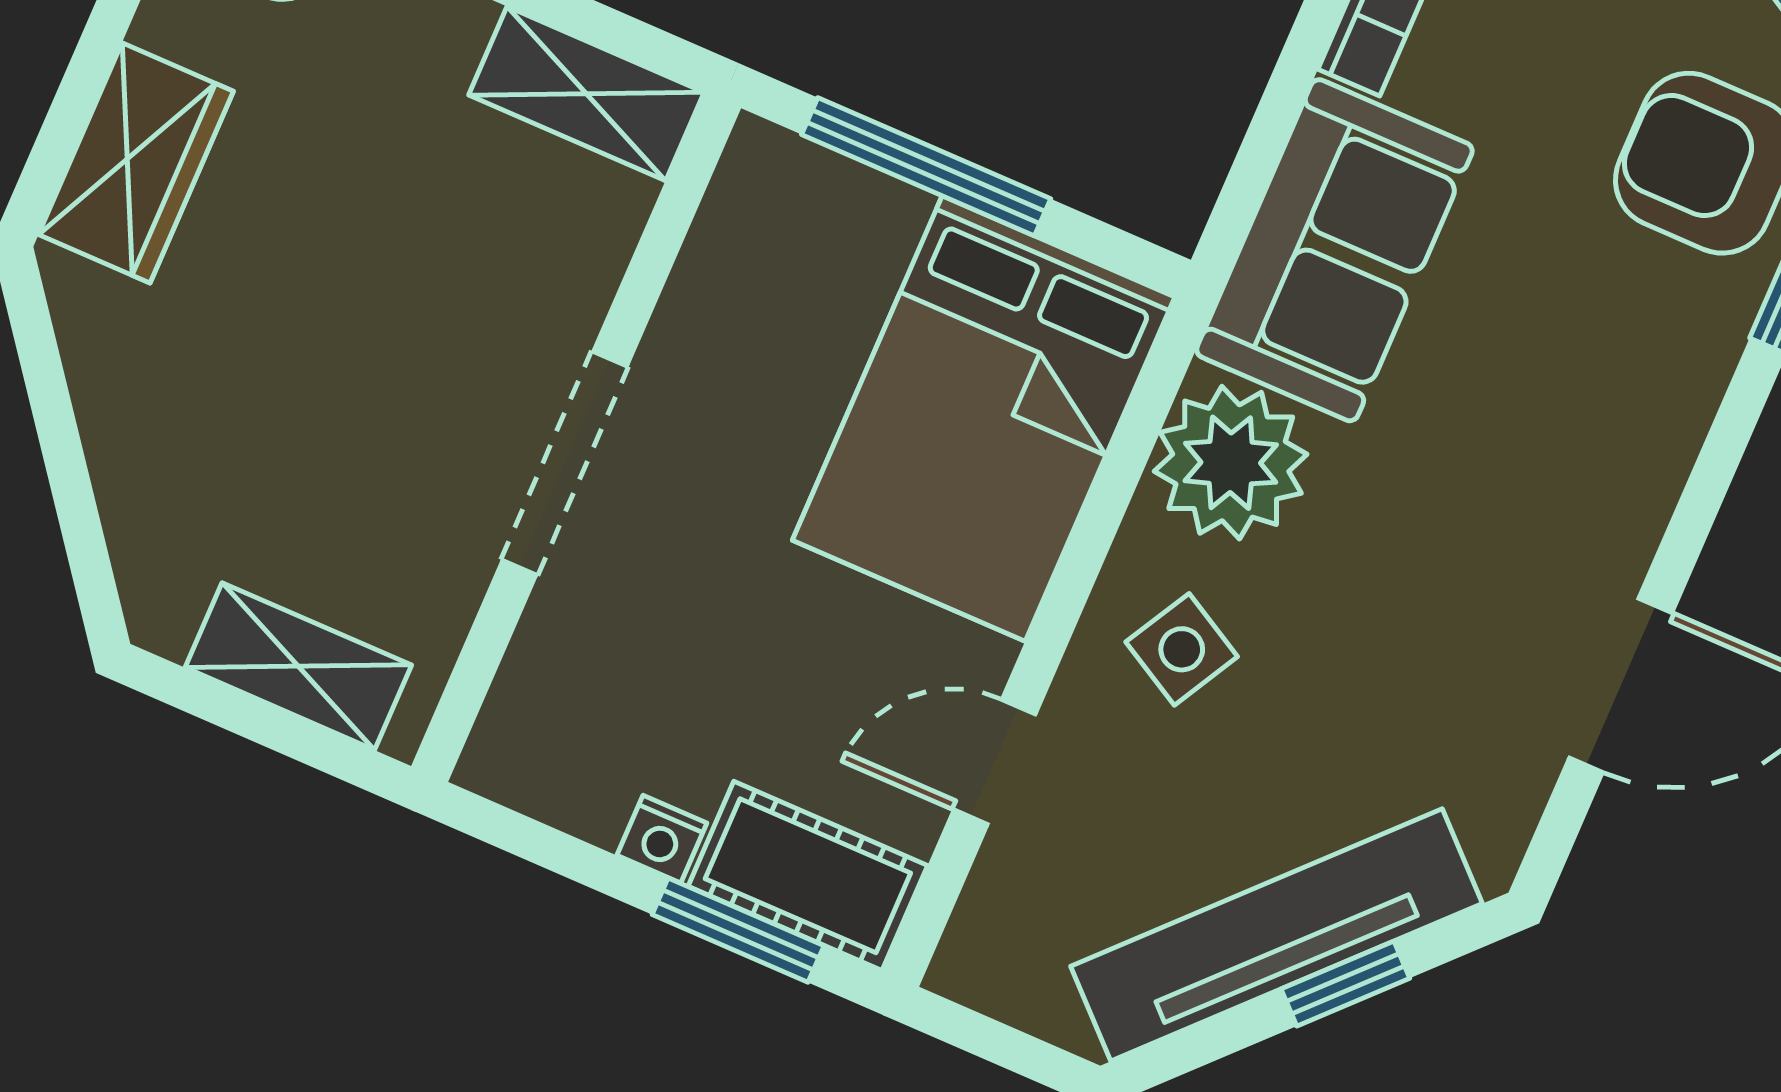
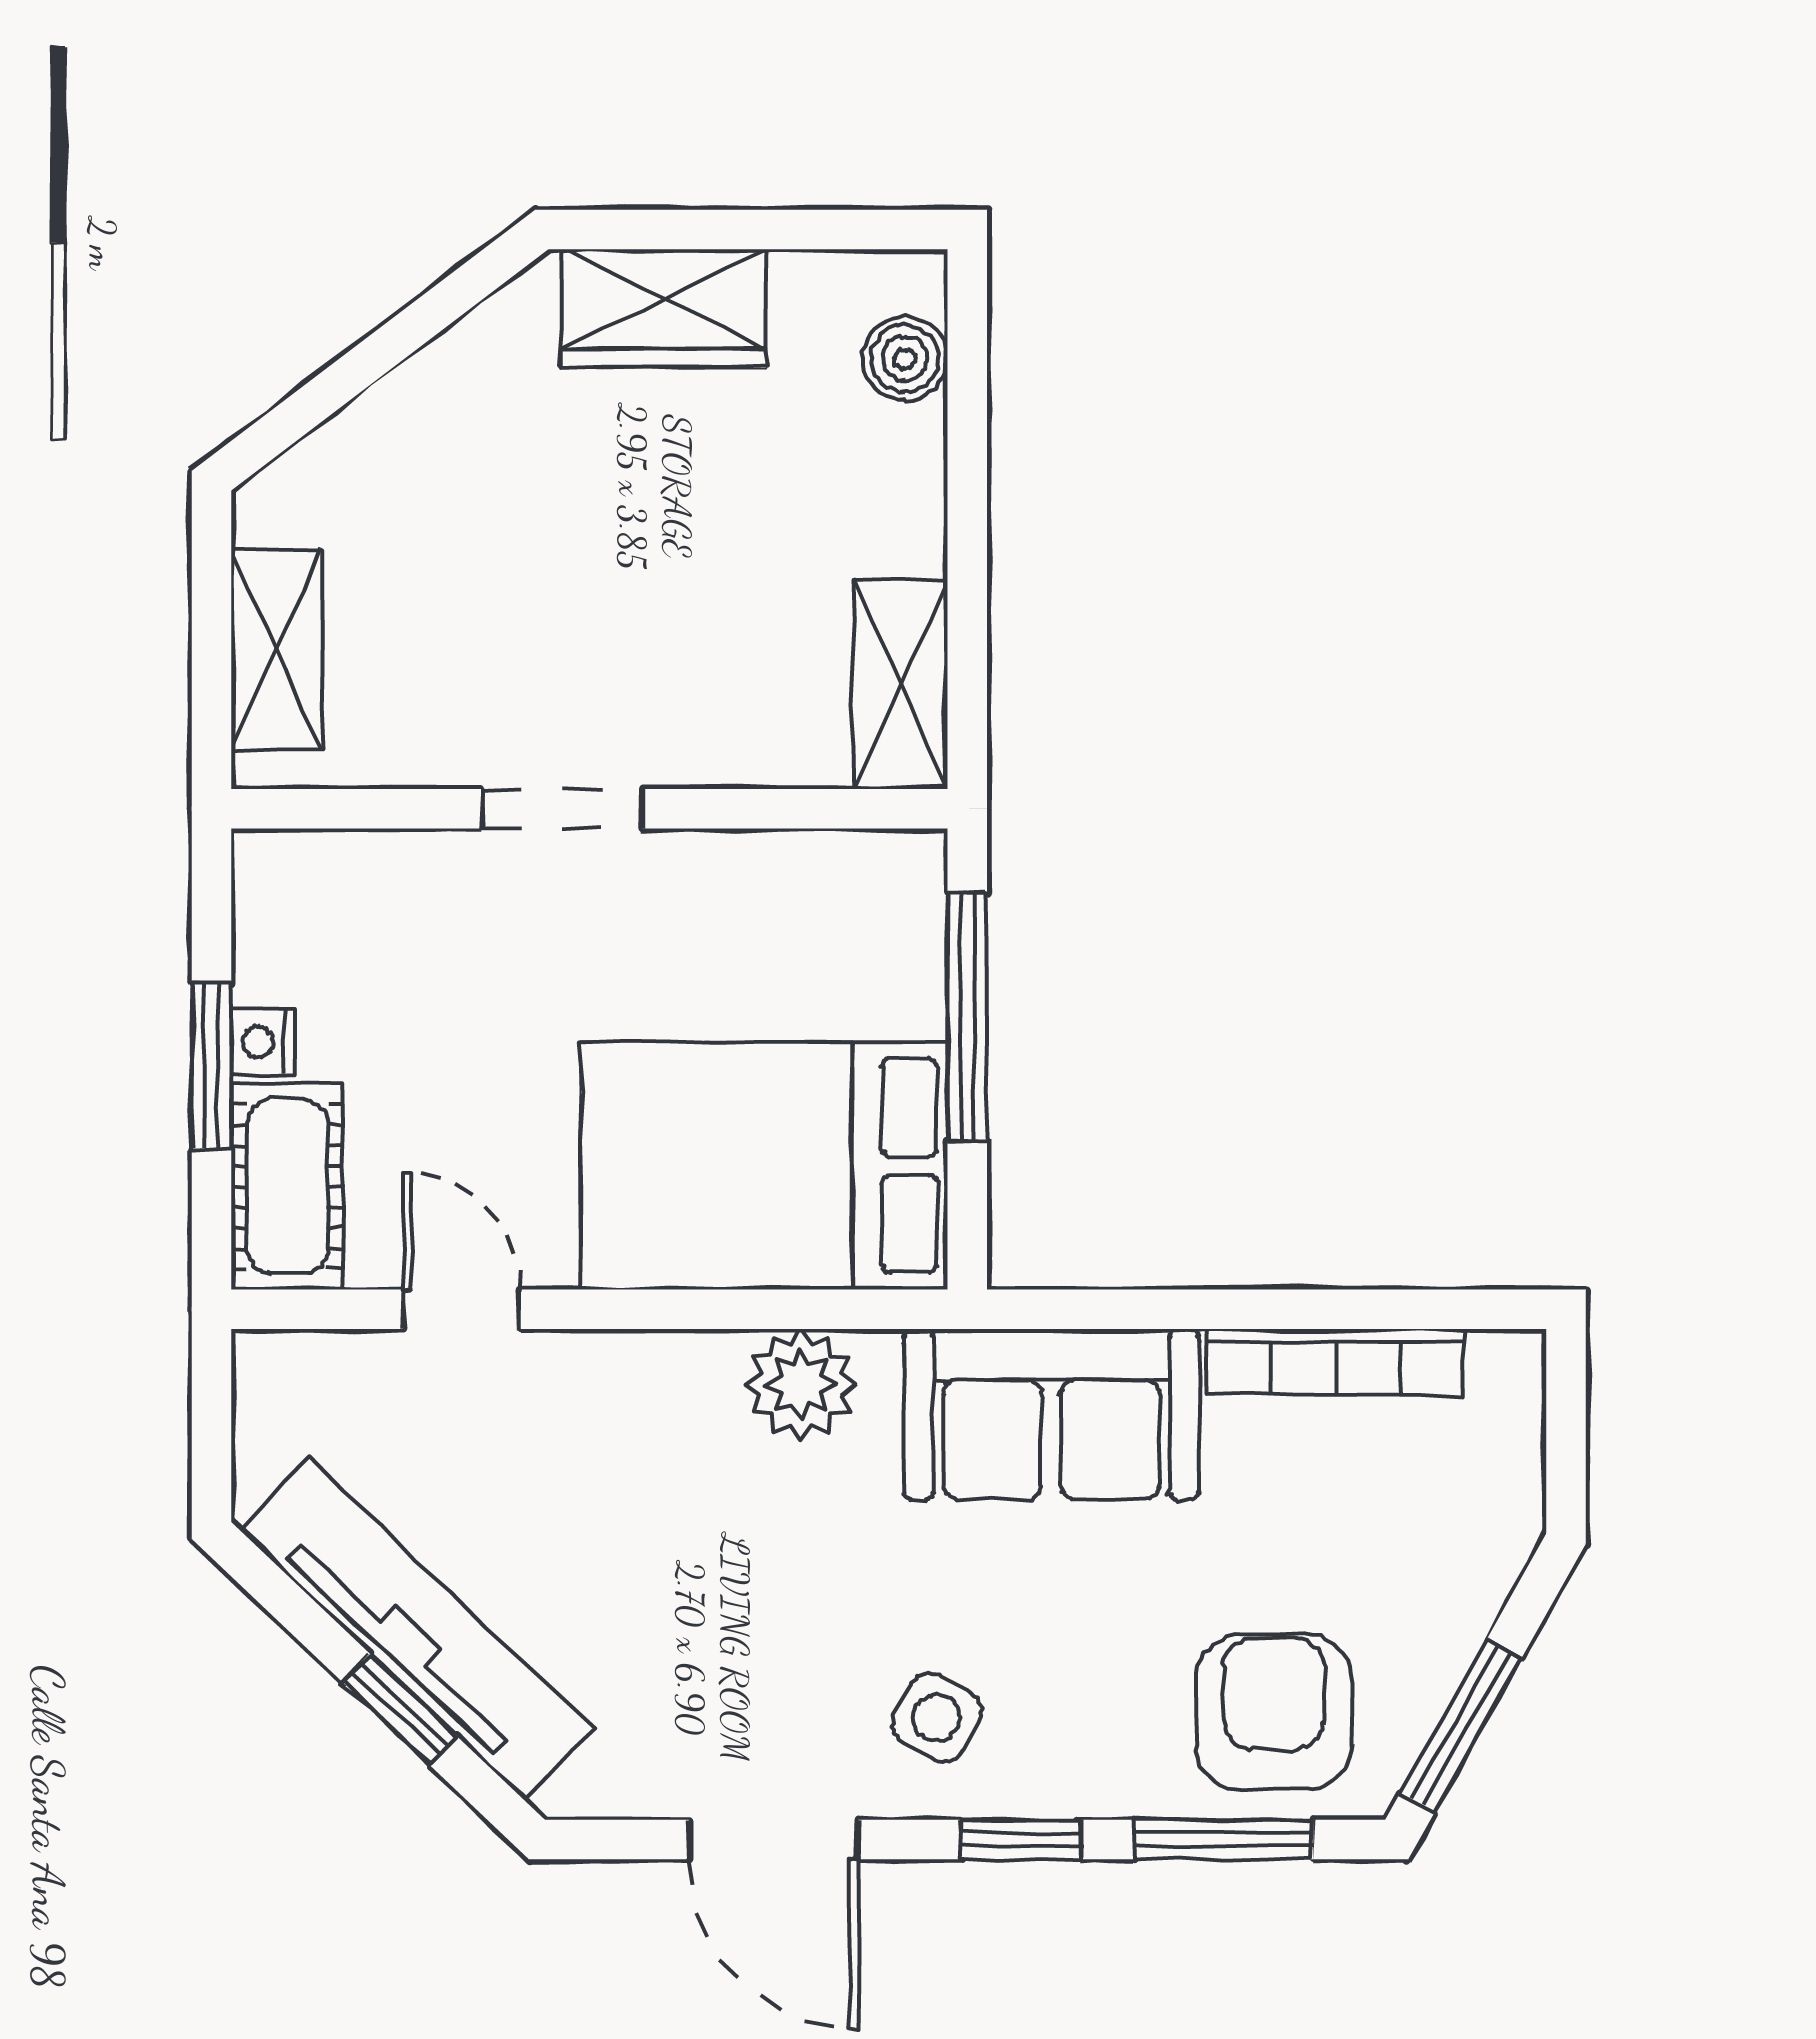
window: (1722, 453) -> (1021, 1839), added
doorway: (565, 463) -> (562, 809), width x0.73
plant: (1231, 463) -> (801, 1384), width x0.73, depth x0.73
side table: (1182, 649) -> (937, 1718), moved
window: (738, 930) -> (211, 1066), moved

